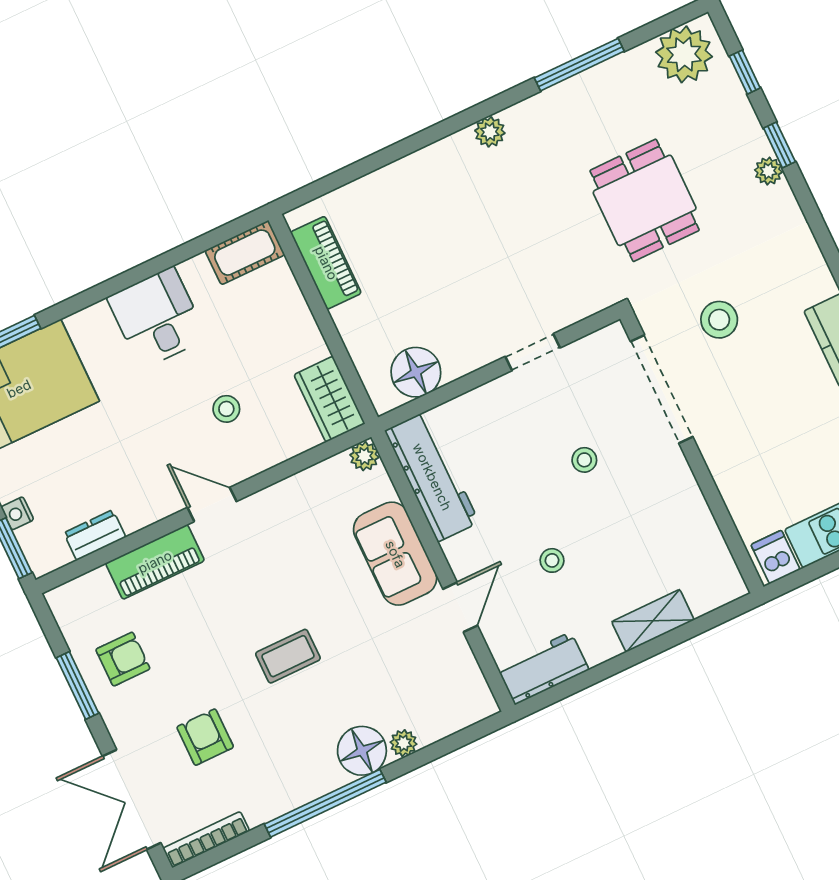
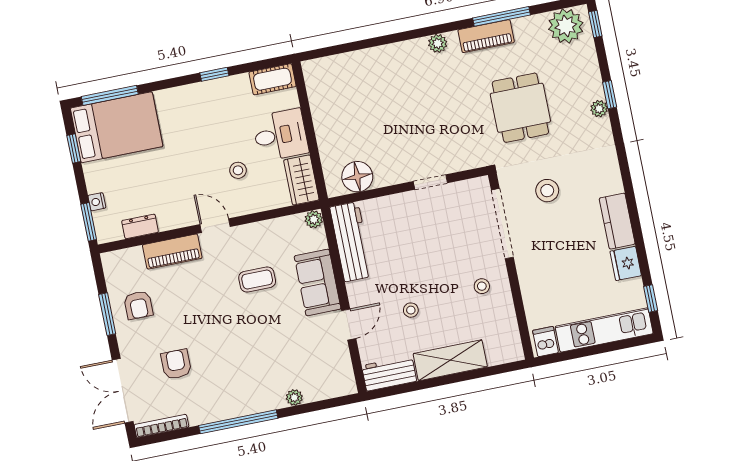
window: (745, 72) -> (595, 24), moved
piano: (326, 263) -> (486, 36), moved, turned 90
window: (152, 268) -> (214, 74), added
desk: (157, 318) -> (280, 135), moved, turned 90
stool: (584, 460) -> (482, 286), moved
shelving: (653, 621) -> (450, 360), width x1.50, depth x1.33
coffee table: (288, 656) -> (257, 279), moved
armchair: (123, 659) -> (138, 305), turned 90
floor lamp: (362, 751) -> (268, 396), removed

